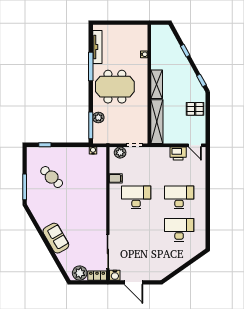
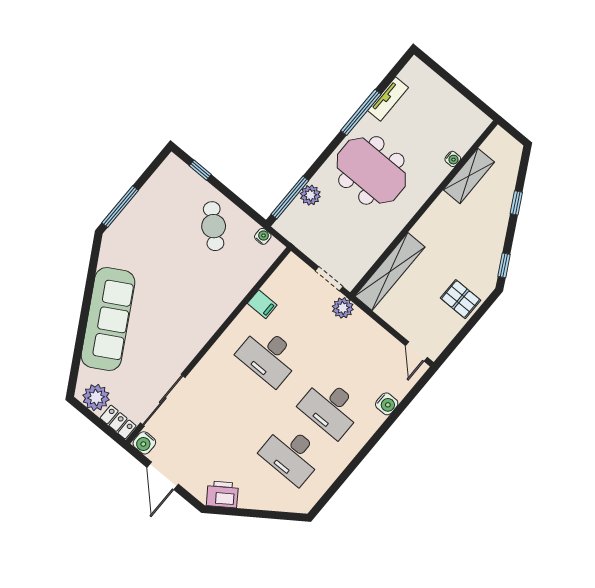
tv unit: (97, 47) -> (388, 99), width x0.71
shelving: (157, 84) -> (469, 176), moved
plant: (120, 153) -> (343, 308), moved
printer: (178, 153) -> (222, 494), moved, turned 145
cafe table: (52, 177) -> (214, 226), moved
water cooler: (201, 177) -> (387, 404), added
desk: (136, 197) -> (269, 356), turned 180
desk: (179, 197) -> (331, 408), turned 180
desk: (179, 230) -> (292, 454), turned 180
sofa: (56, 238) -> (108, 319), width x1.85, depth x1.27

